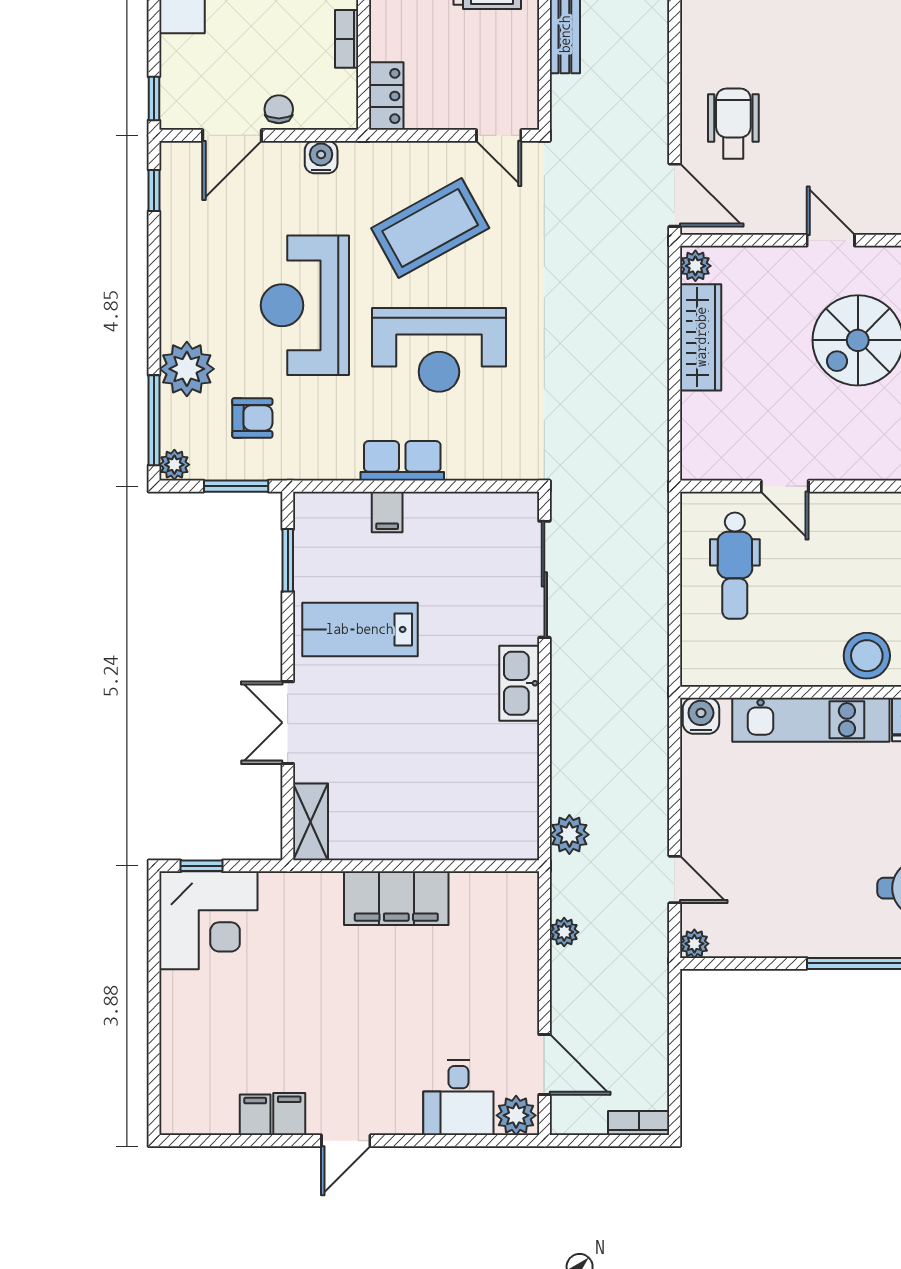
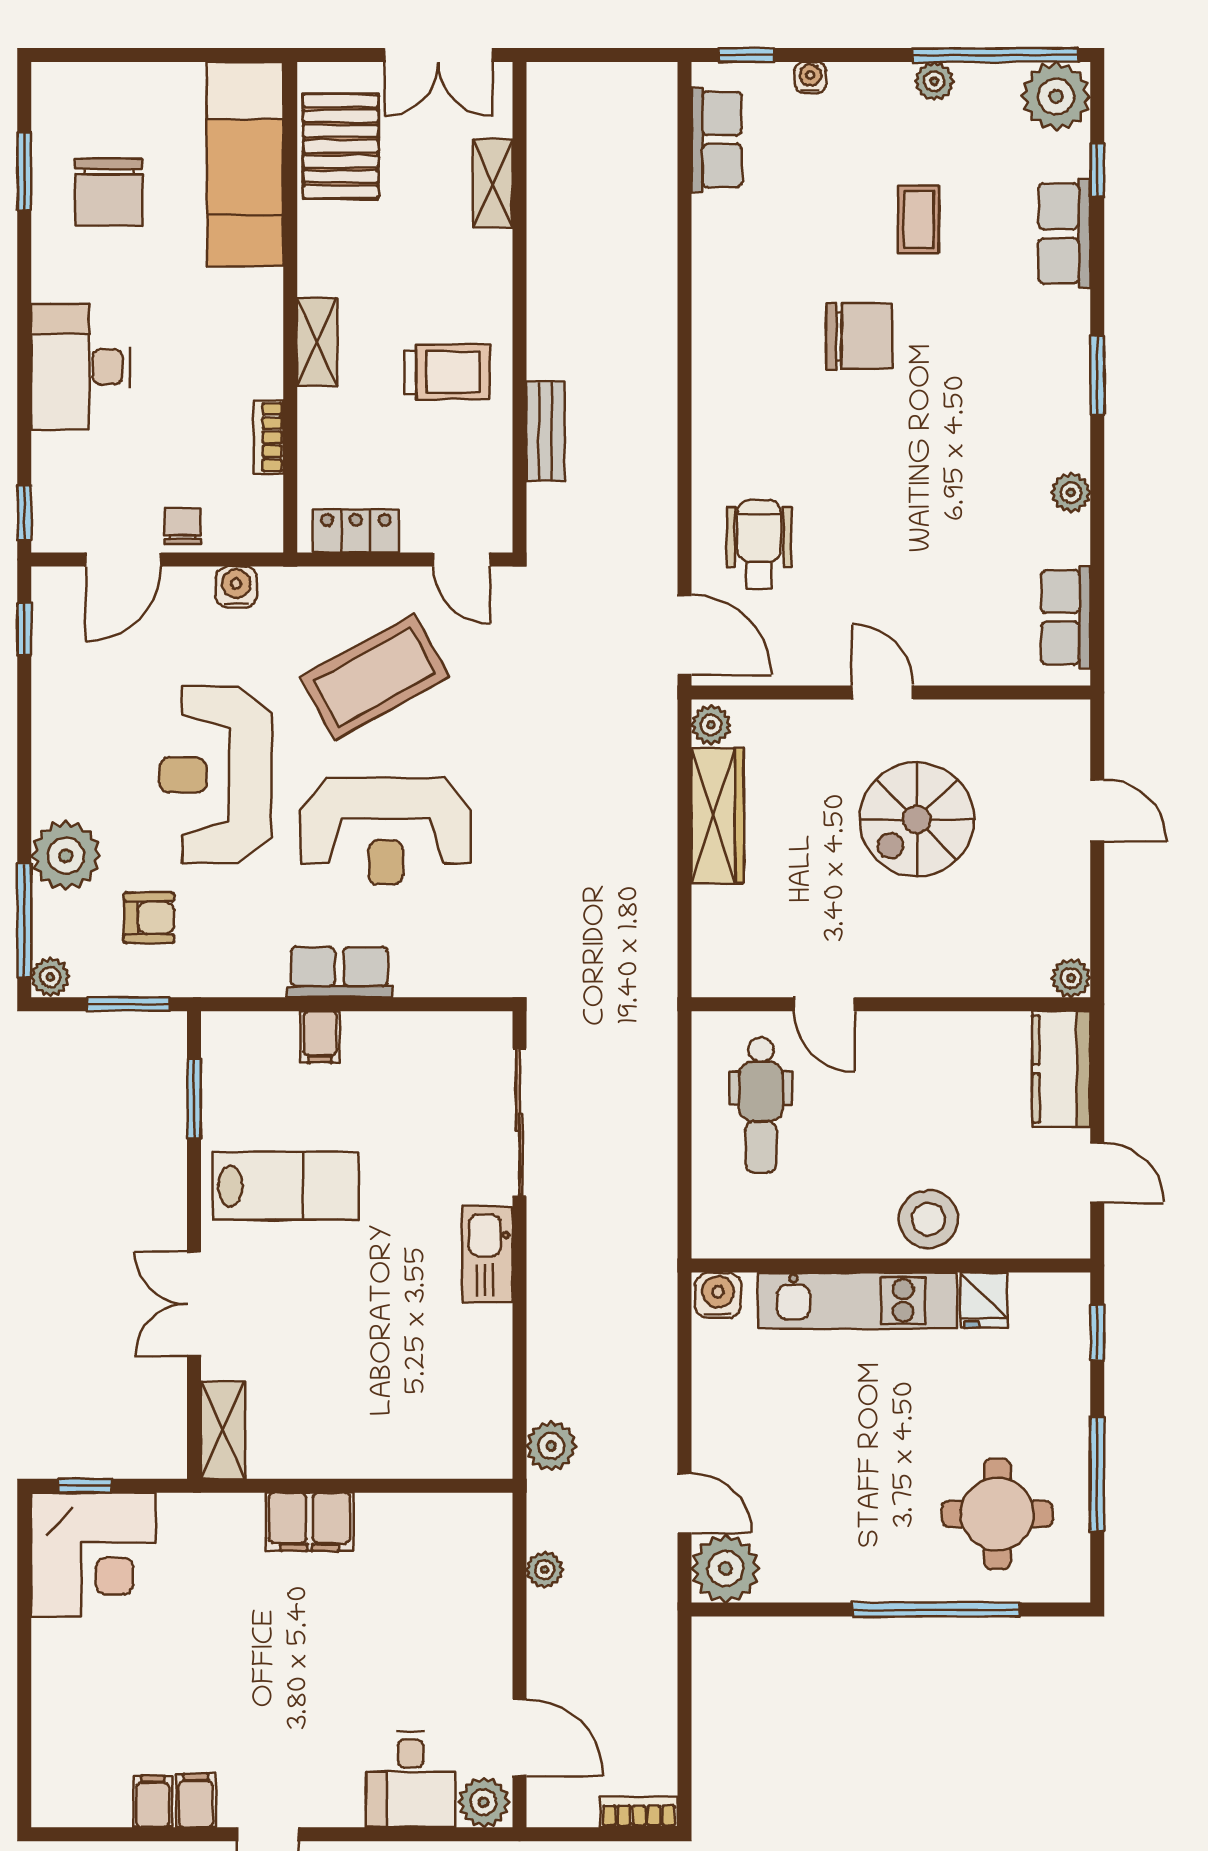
locker: (386, 96) -> (356, 531), moved, turned -90
lab bench: (360, 629) -> (286, 1186), turned 180
filing cabinet: (396, 898) -> (310, 1522), width x0.67, depth x0.86
plant: (694, 944) -> (726, 1569), width x1.88, depth x1.88

